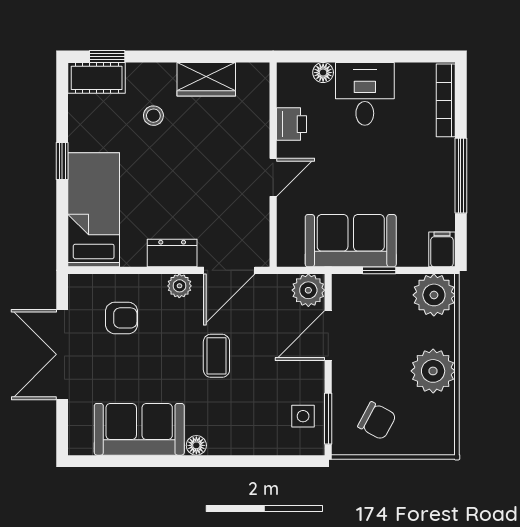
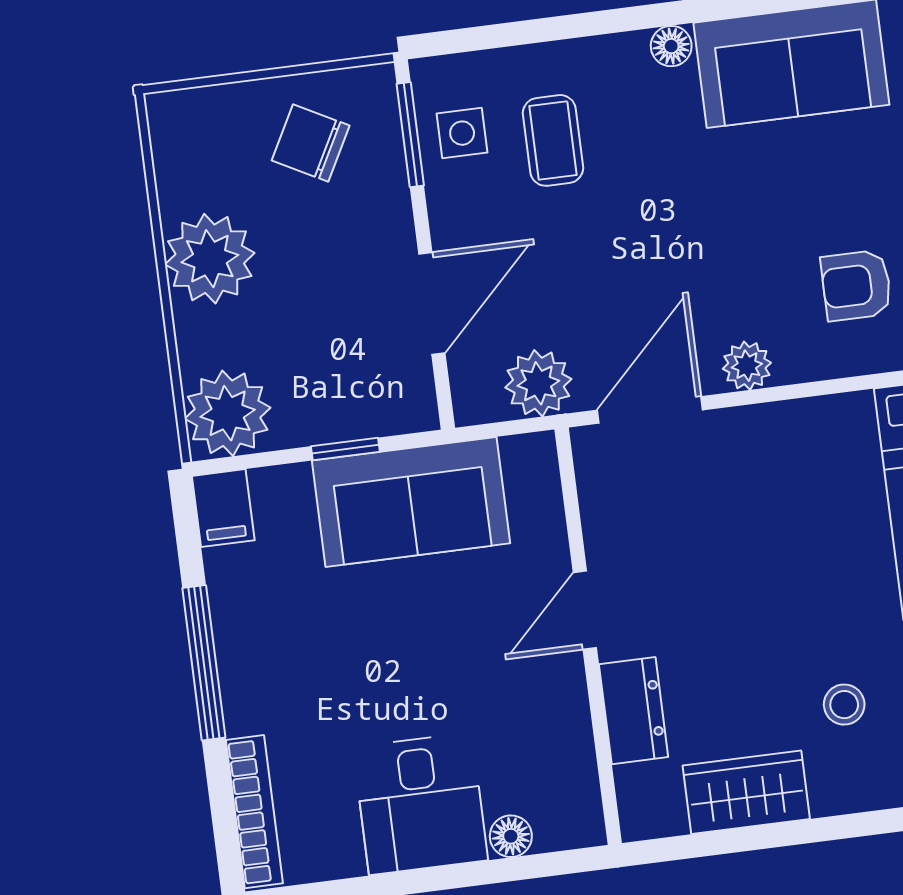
printer: (292, 124) -> (561, 723), removed
dresser: (172, 253) -> (634, 711), moved, turned -90
plant: (308, 290) -> (538, 383), moved
coffee table: (216, 356) -> (553, 140), moved

